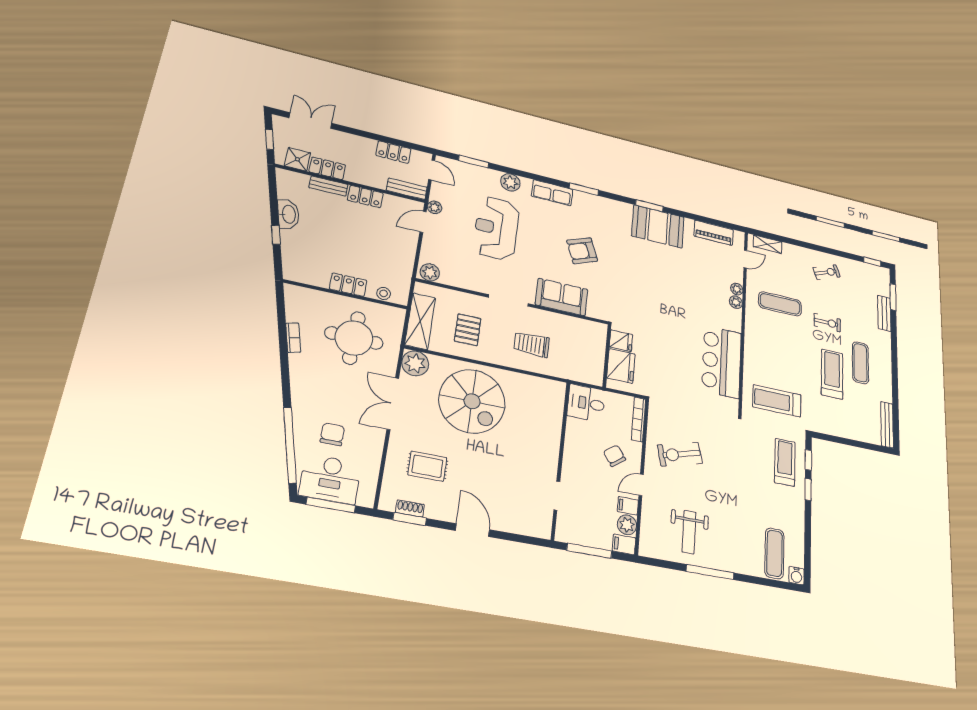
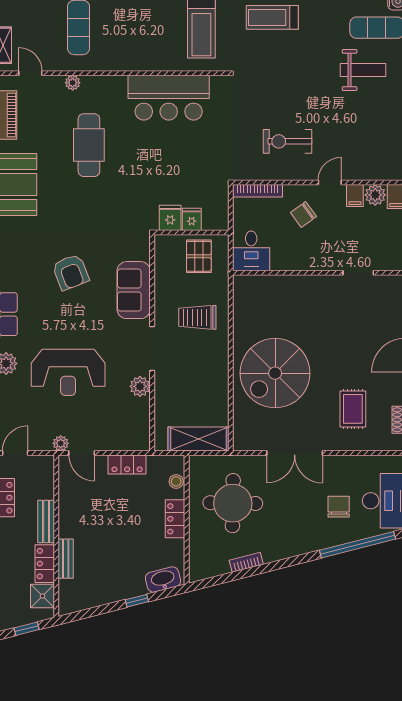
bench: (407, 189) -> (46, 522), moved
locker: (365, 197) -> (127, 465), moved, turned 90
washbasin: (288, 214) -> (163, 580), moved
plant: (430, 272) -> (140, 386), moved
cafe table: (686, 290) -> (89, 145), added
plant: (736, 302) -> (90, 83), removed
pallet: (468, 330) -> (199, 256), moved, turned 90
trolley: (532, 344) -> (197, 317), turned 90
plant: (415, 363) -> (247, 437), removed
fridge: (621, 366) -> (192, 219), width x0.53, depth x0.75
spiral stairs: (472, 401) -> (275, 373), turned 180
chair: (332, 434) -> (339, 507), turned 90
exercise bike: (680, 454) -> (287, 141), turned 105
door: (641, 485) -> (330, 183), swing flipped
weight bench: (689, 532) -> (363, 70), moved

